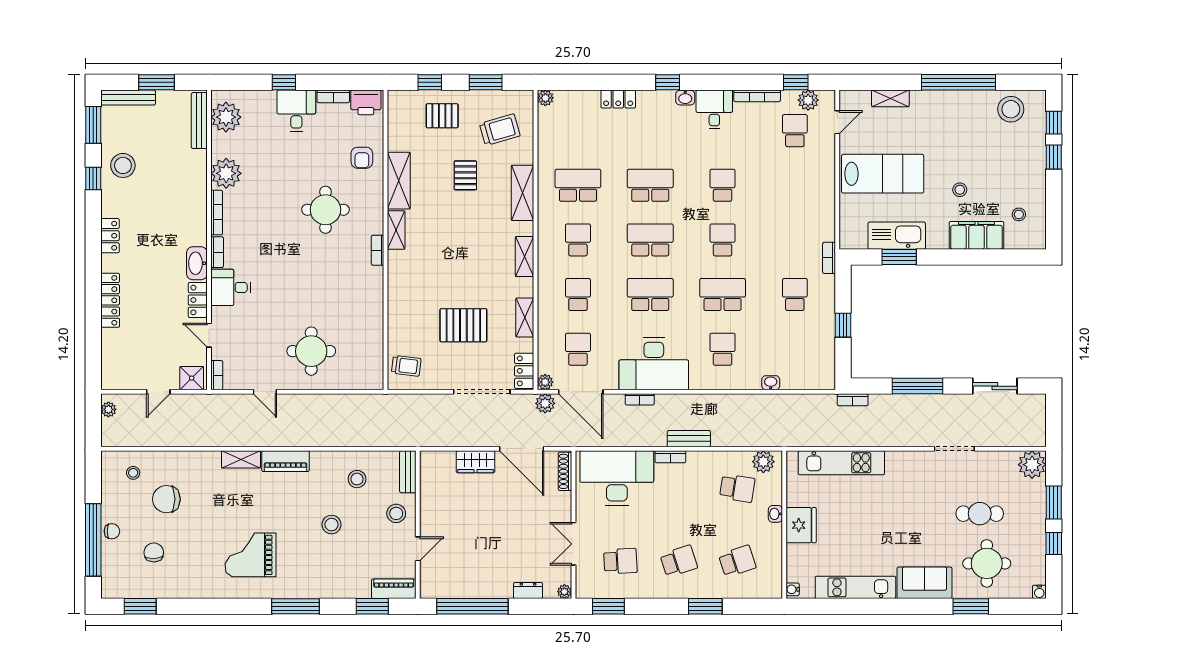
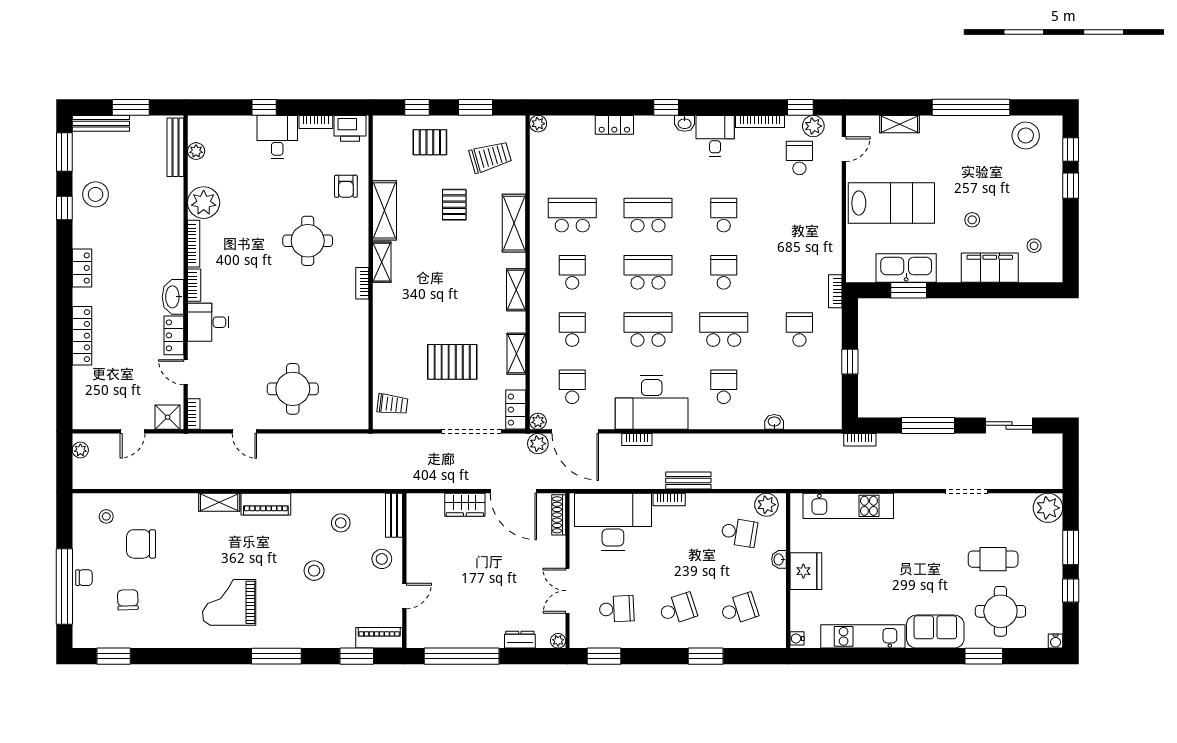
plant: (226, 117) -> (196, 151), width x0.53, depth x0.53

